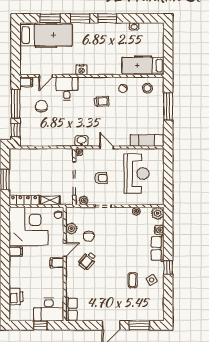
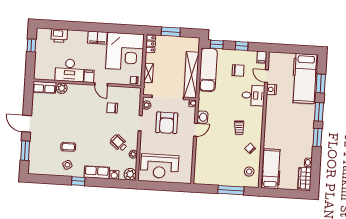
wardrobe: (151, 29) -> (305, 178), added
nightstand: (82, 70) -> (271, 89), moved
window: (16, 104) -> (242, 46), width x0.46
exam couch: (147, 140) -> (208, 70), moved, width x1.36, depth x1.45
washbasin: (81, 141) -> (202, 117), moved
shelving: (49, 155) -> (191, 75), added
reception desk: (137, 174) -> (159, 166), moved
armchair: (101, 178) -> (167, 123), width x1.88, depth x1.88
locker: (24, 200) -> (151, 44), width x0.66
plant: (71, 229) -> (62, 88), moved
filing cabinet: (16, 252) -> (97, 38), width x2.00
wheelchair: (87, 261) -> (119, 143), moved
desk: (49, 309) -> (70, 70), moved, turned -90
window: (40, 325) -> (31, 45), moved

